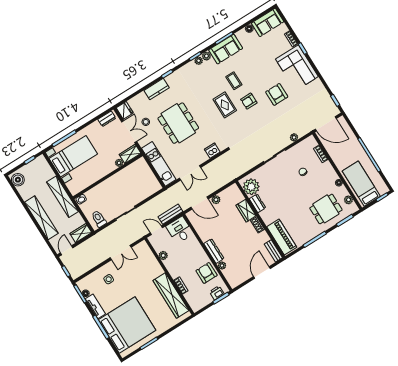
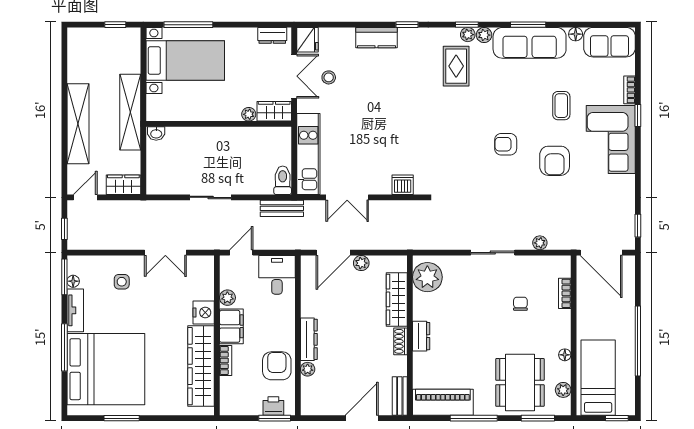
sofa: (226, 49) -> (530, 43), width x1.36
coffee table: (234, 81) -> (561, 106), moved
armchair: (277, 94) -> (555, 161), turned 180
rug: (225, 105) -> (456, 66), moved
dining table: (178, 123) -> (377, 110), removed
boiler: (18, 180) -> (78, 43), removed
door: (200, 203) -> (333, 253), hinge flipped
dresser: (257, 203) -> (421, 336), moved
dining table: (326, 209) -> (520, 382), width x1.38
wardrobe: (246, 211) -> (397, 299), width x1.50
bench: (170, 214) -> (282, 208), moved
toilet: (99, 219) -> (283, 180), moved
door: (156, 230) -> (241, 253), hinge flipped
piano: (282, 237) -> (443, 402), moved, turned -90
filing cabinet: (173, 268) -> (231, 326), added
nightstand: (156, 269) -> (204, 312), added

